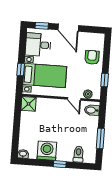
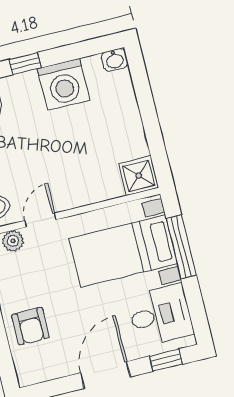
door: (68, 28) -> (105, 375), hinge flipped
window: (21, 70) -> (181, 247), width x2.17
door: (74, 99) -> (40, 220), hinge flipped

